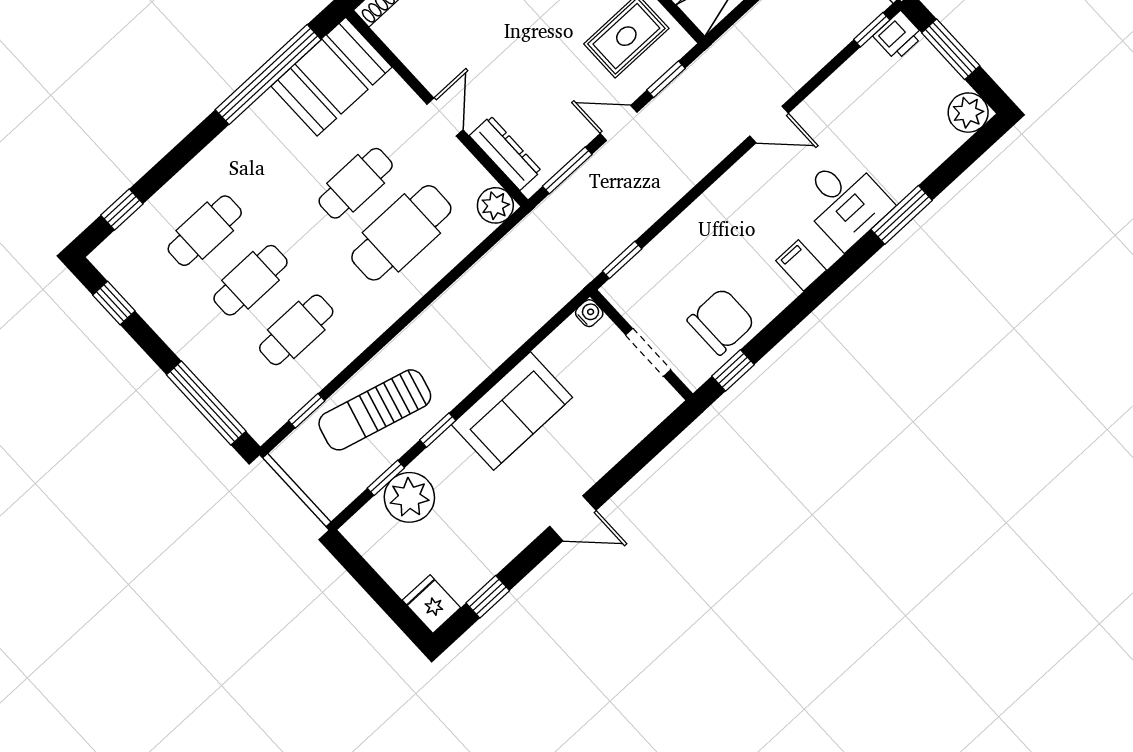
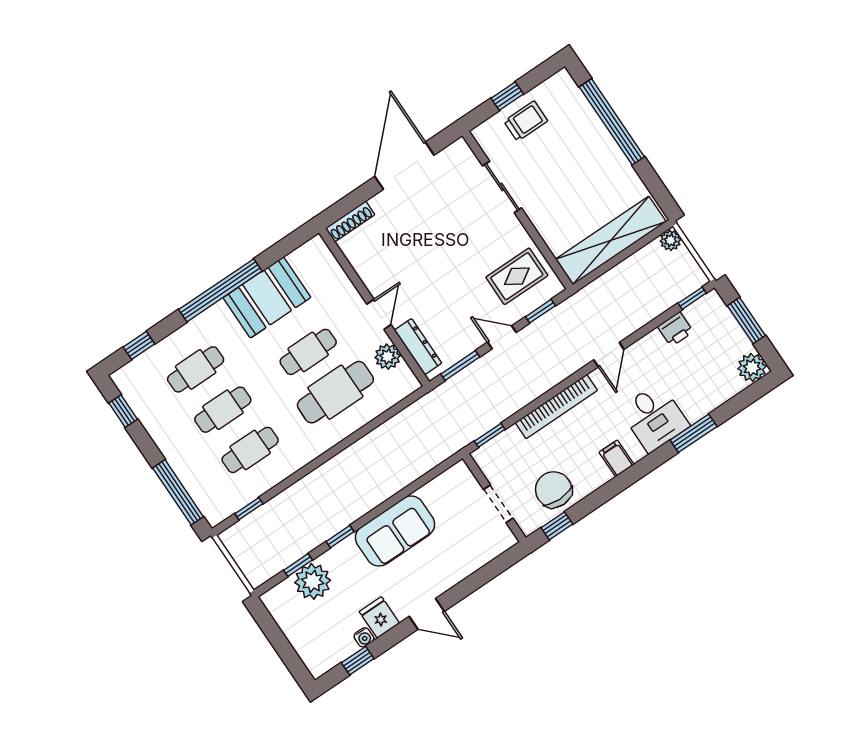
printer: (898, 36) -> (675, 329), moved
window: (268, 75) -> (220, 290), moved
booth: (331, 77) -> (267, 297), moved
door: (769, 125) -> (609, 355), hinge flipped
plant: (495, 205) -> (388, 357), moved
bookcase: (708, 207) -> (556, 407), added
water cooler: (589, 313) -> (364, 637), moved, turned 90
chair: (721, 321) -> (554, 490), turned -90
sun lounger: (375, 410) -> (297, 515), removed
fridge: (431, 604) -> (379, 617), moved

